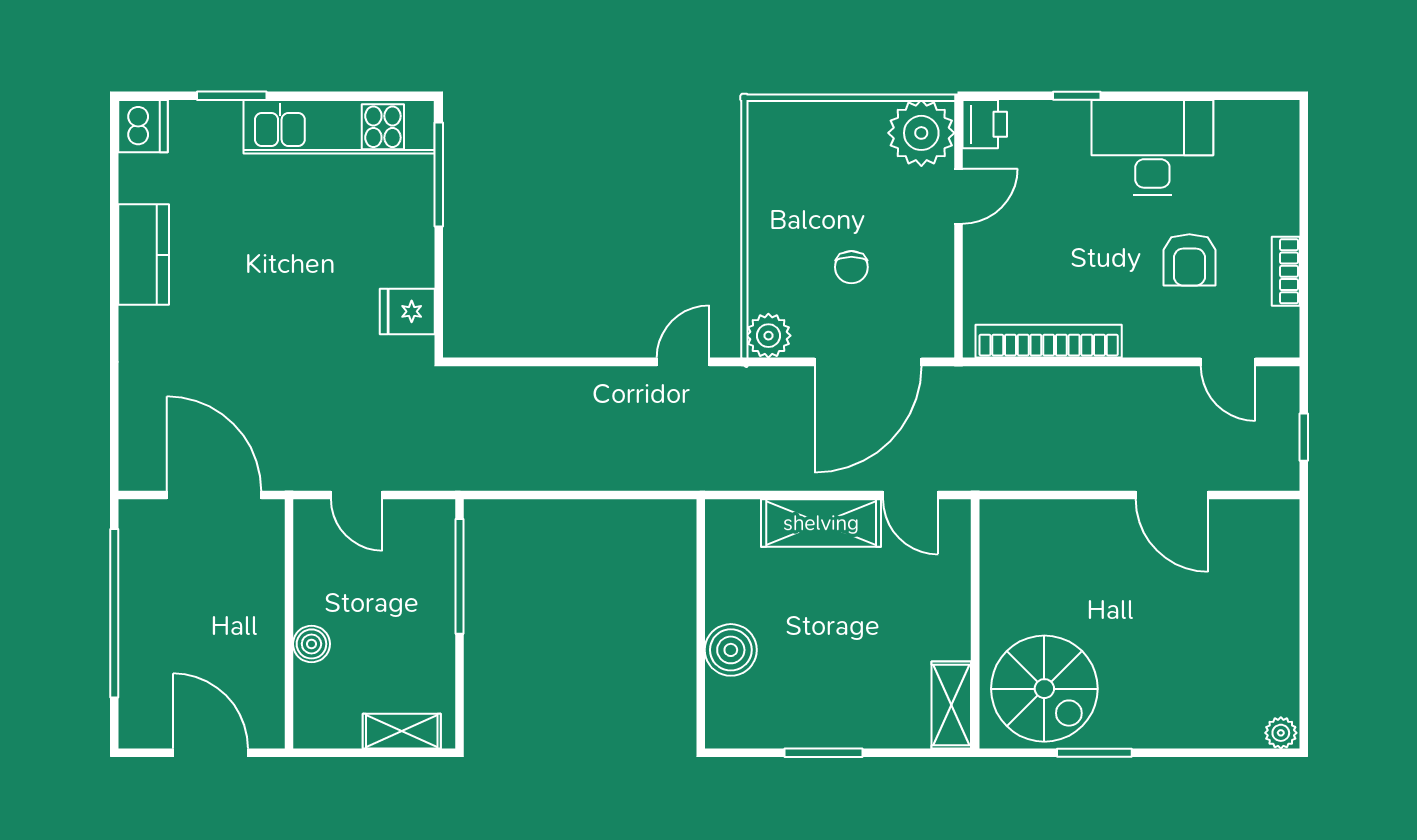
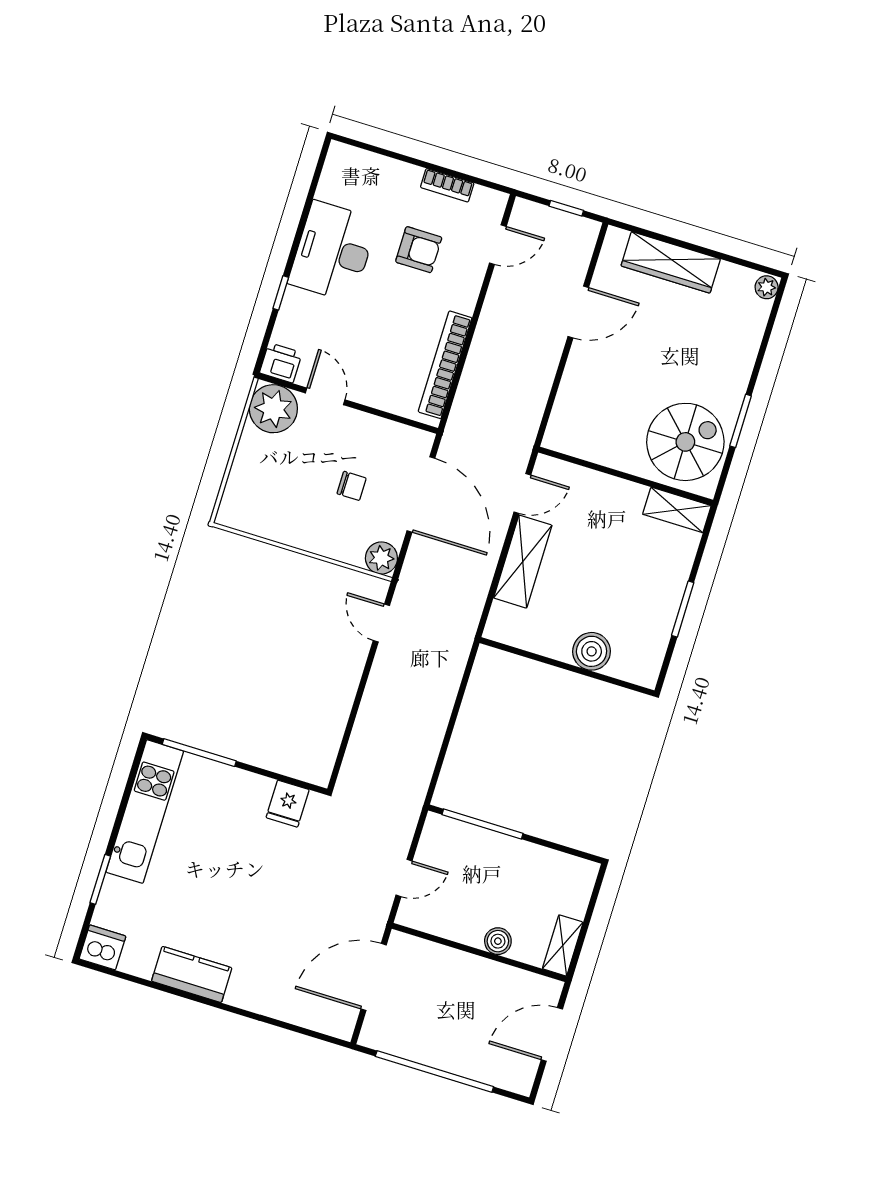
wardrobe: (1275, 597) -> (671, 262), added
shelving: (402, 731) -> (563, 945), moved

